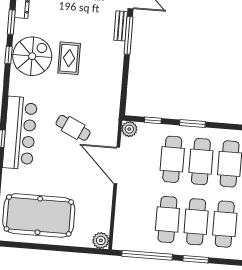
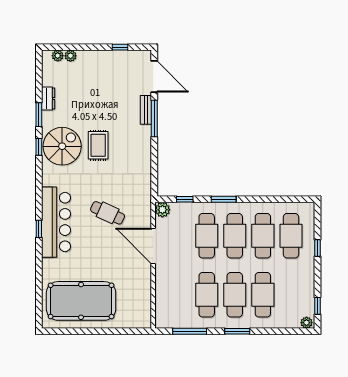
plant: (101, 240) -> (143, 320), removed
window: (147, 255) -> (190, 331), width x0.68

